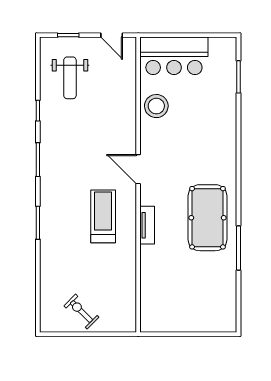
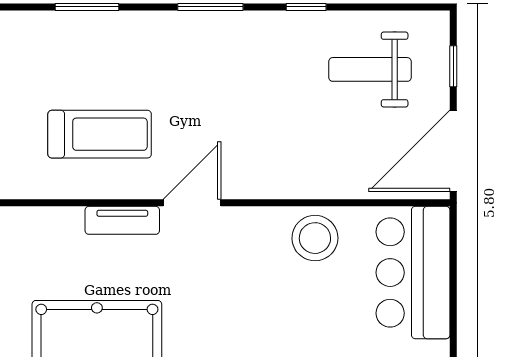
door: (112, 35) -> (453, 151), width x1.88
tv unit: (147, 225) -> (122, 220), moved

